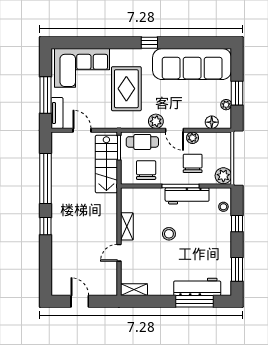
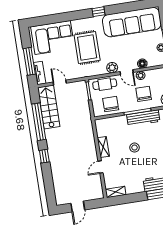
floor lamp: (212, 122) -> (142, 64), moved
stairs: (106, 164) -> (49, 107), moved, turned 180
door: (80, 301) -> (78, 207), swing flipped

